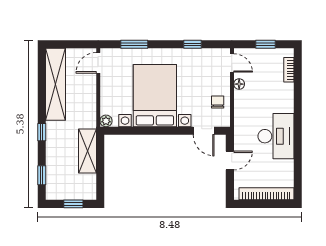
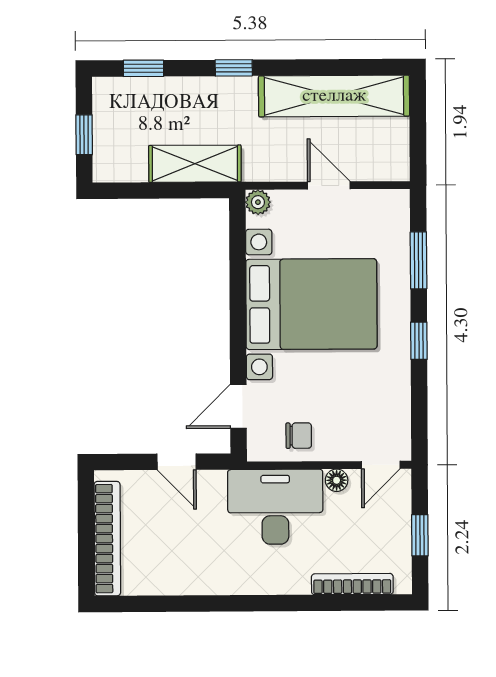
window: (193, 44) -> (419, 341), moved
door: (98, 63) -> (329, 185), moved
bookcase: (289, 70) -> (352, 584), width x1.56
desk: (276, 136) -> (275, 507), moved, turned 180

